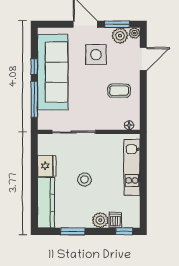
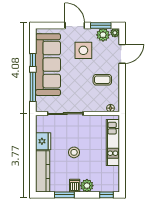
dishwasher: (115, 220) -> (75, 186), moved

